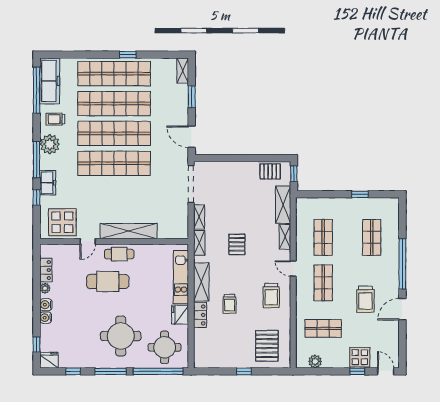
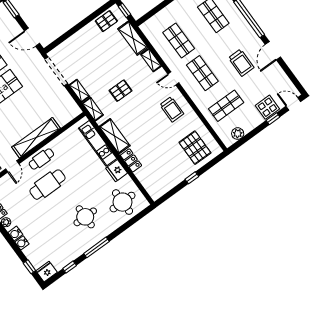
pallet: (237, 244) -> (121, 91), turned 90
trolley: (230, 304) -> (146, 137), removed
round table: (121, 336) -> (85, 217), width x0.73, depth x0.73
window: (158, 371) -> (130, 223), removed

